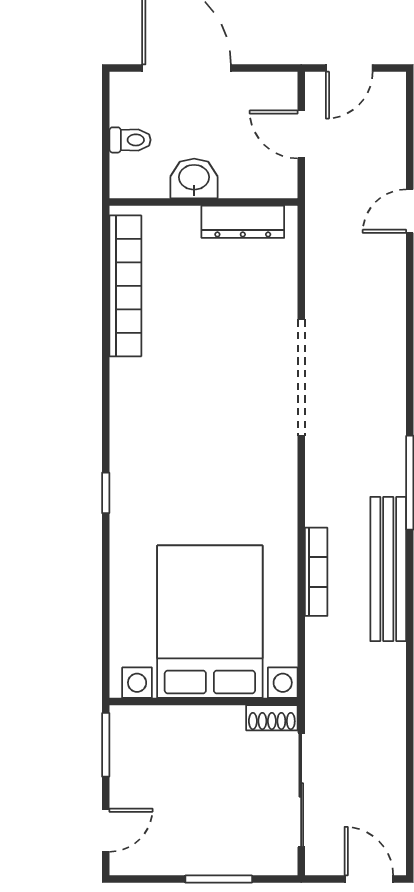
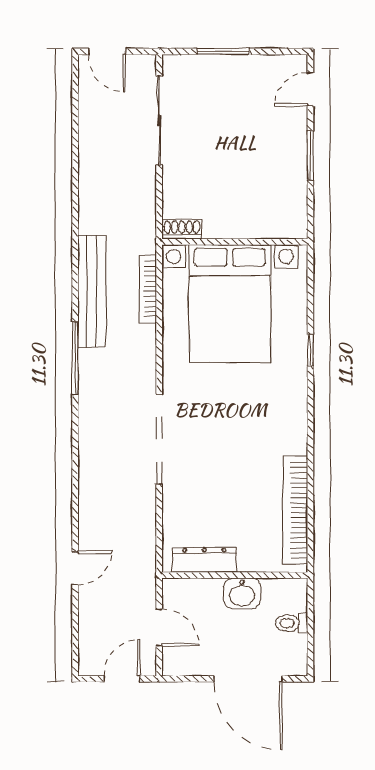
bed with nightstands: (210, 622) -> (230, 304), moved
wall: (203, 702) -> (235, 242), moved
shoe rack: (272, 718) -> (182, 229), moved

